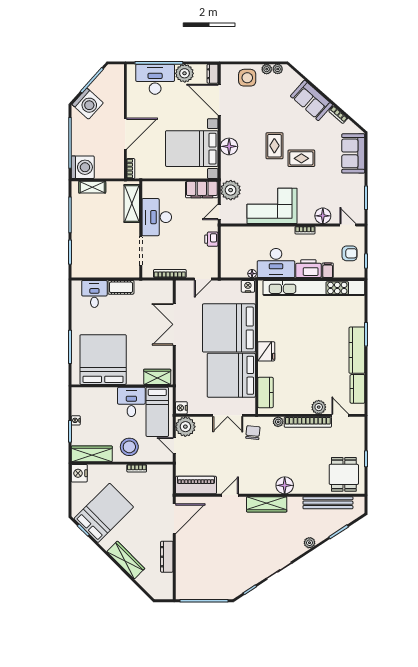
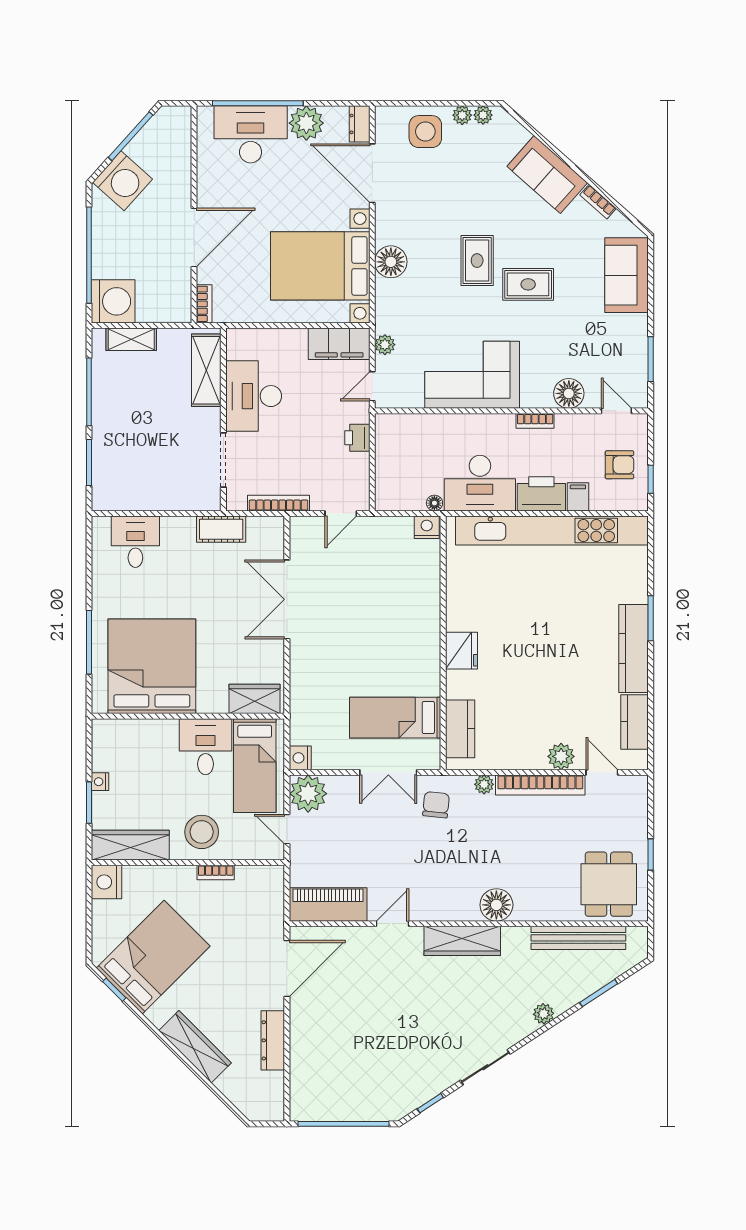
plant: (231, 190) -> (385, 345), width x0.53, depth x0.53
cot: (121, 287) -> (221, 529), moved
bed: (229, 328) -> (391, 606), removed
bed: (231, 375) -> (395, 718), width x0.49

